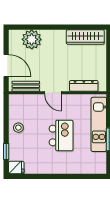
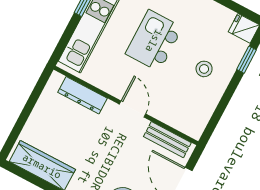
stool: (18, 128) -> (204, 69), moved

